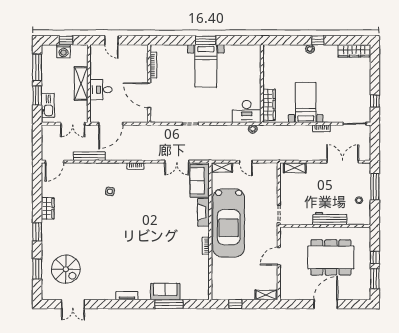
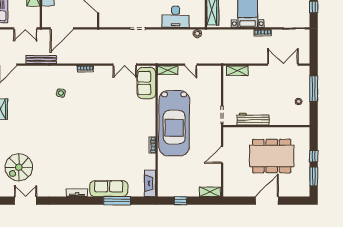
desk: (247, 111) -> (176, 17), moved
fireplace: (203, 212) -> (150, 183), moved
workbench: (330, 219) -> (253, 119), moved
spiral stairs: (66, 269) -> (19, 167), turned 90
sofa: (165, 292) -> (109, 189), width x1.36
double door: (73, 304) -> (26, 201), swing flipped

